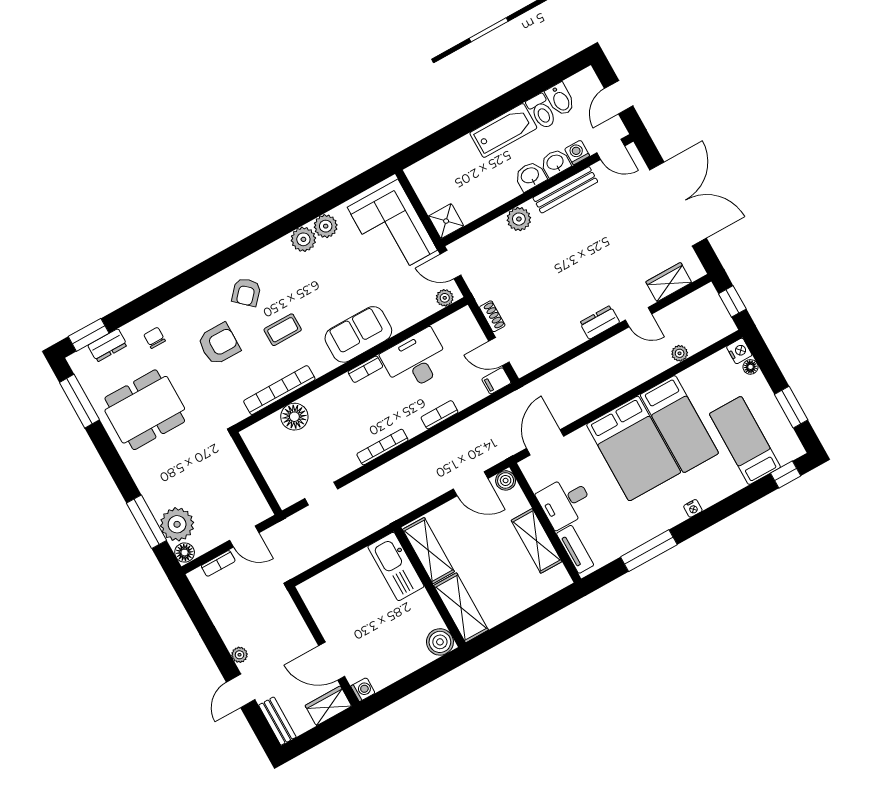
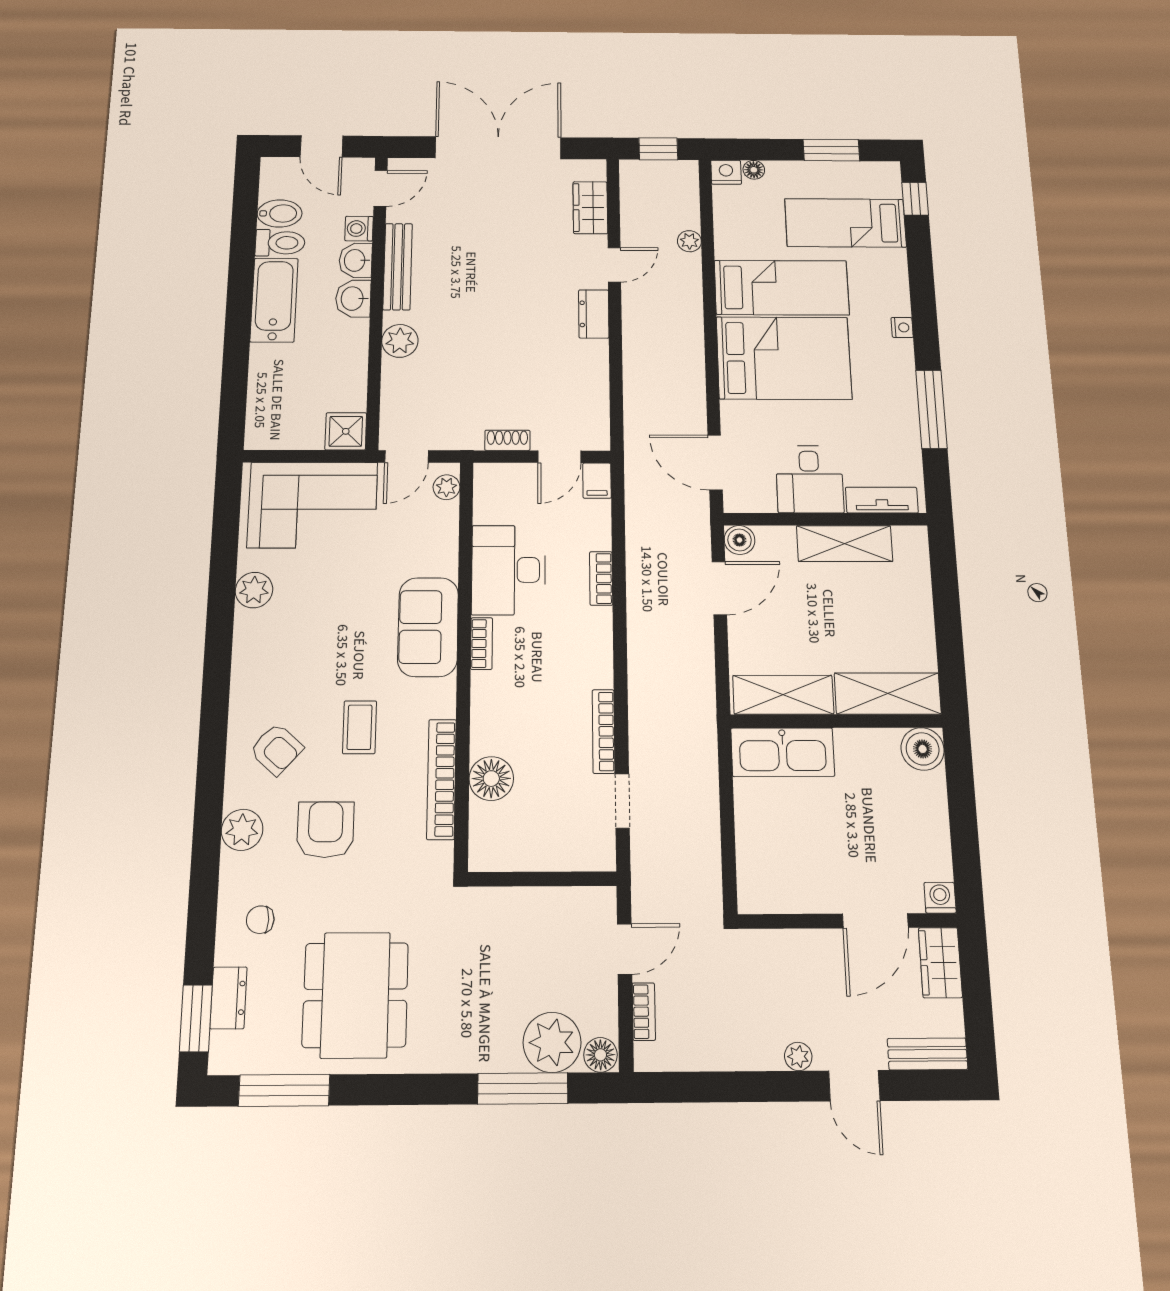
plant: (303, 239) -> (242, 830), moved
bookcase: (382, 447) -> (604, 731), moved

